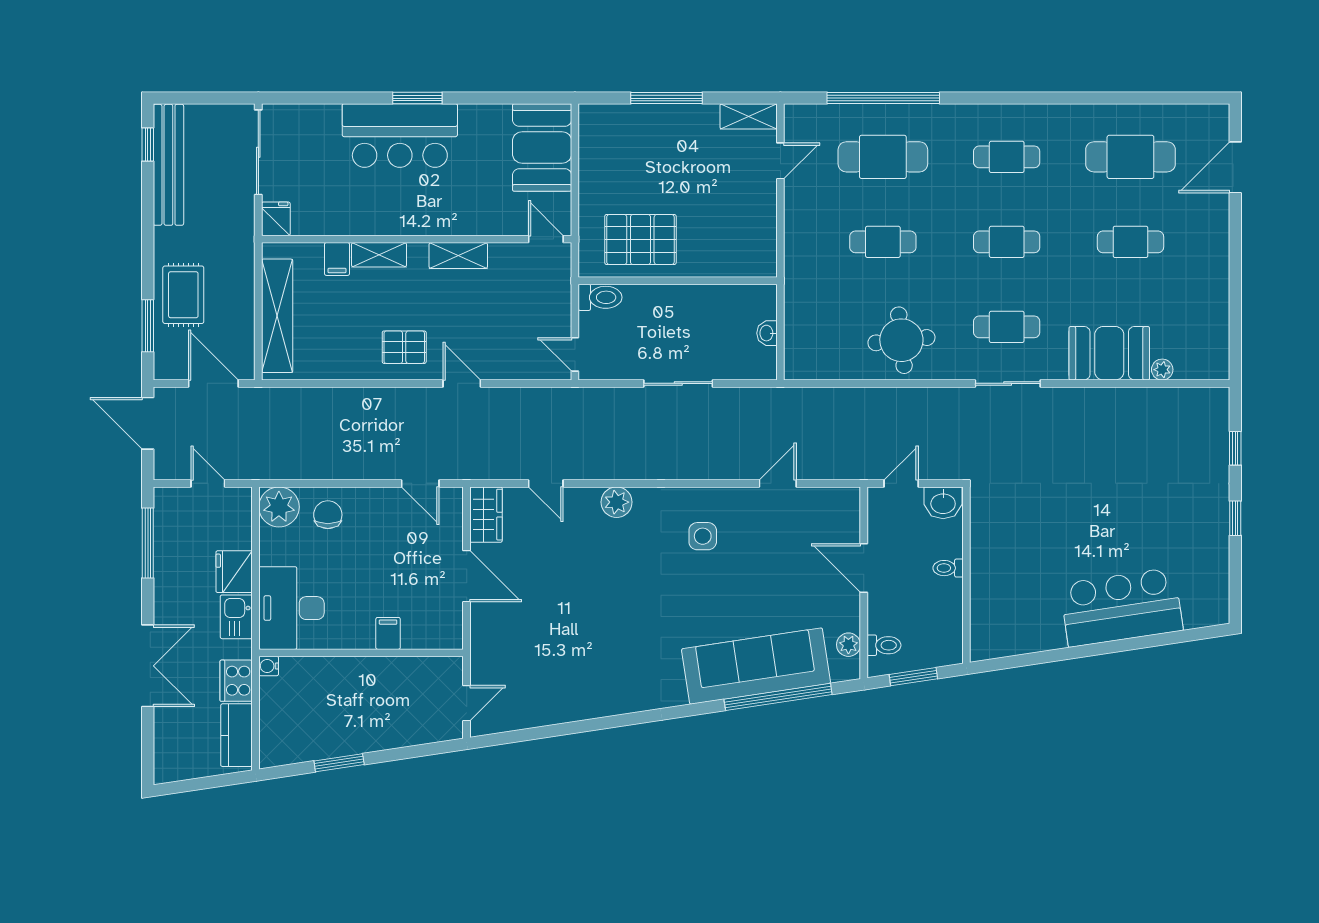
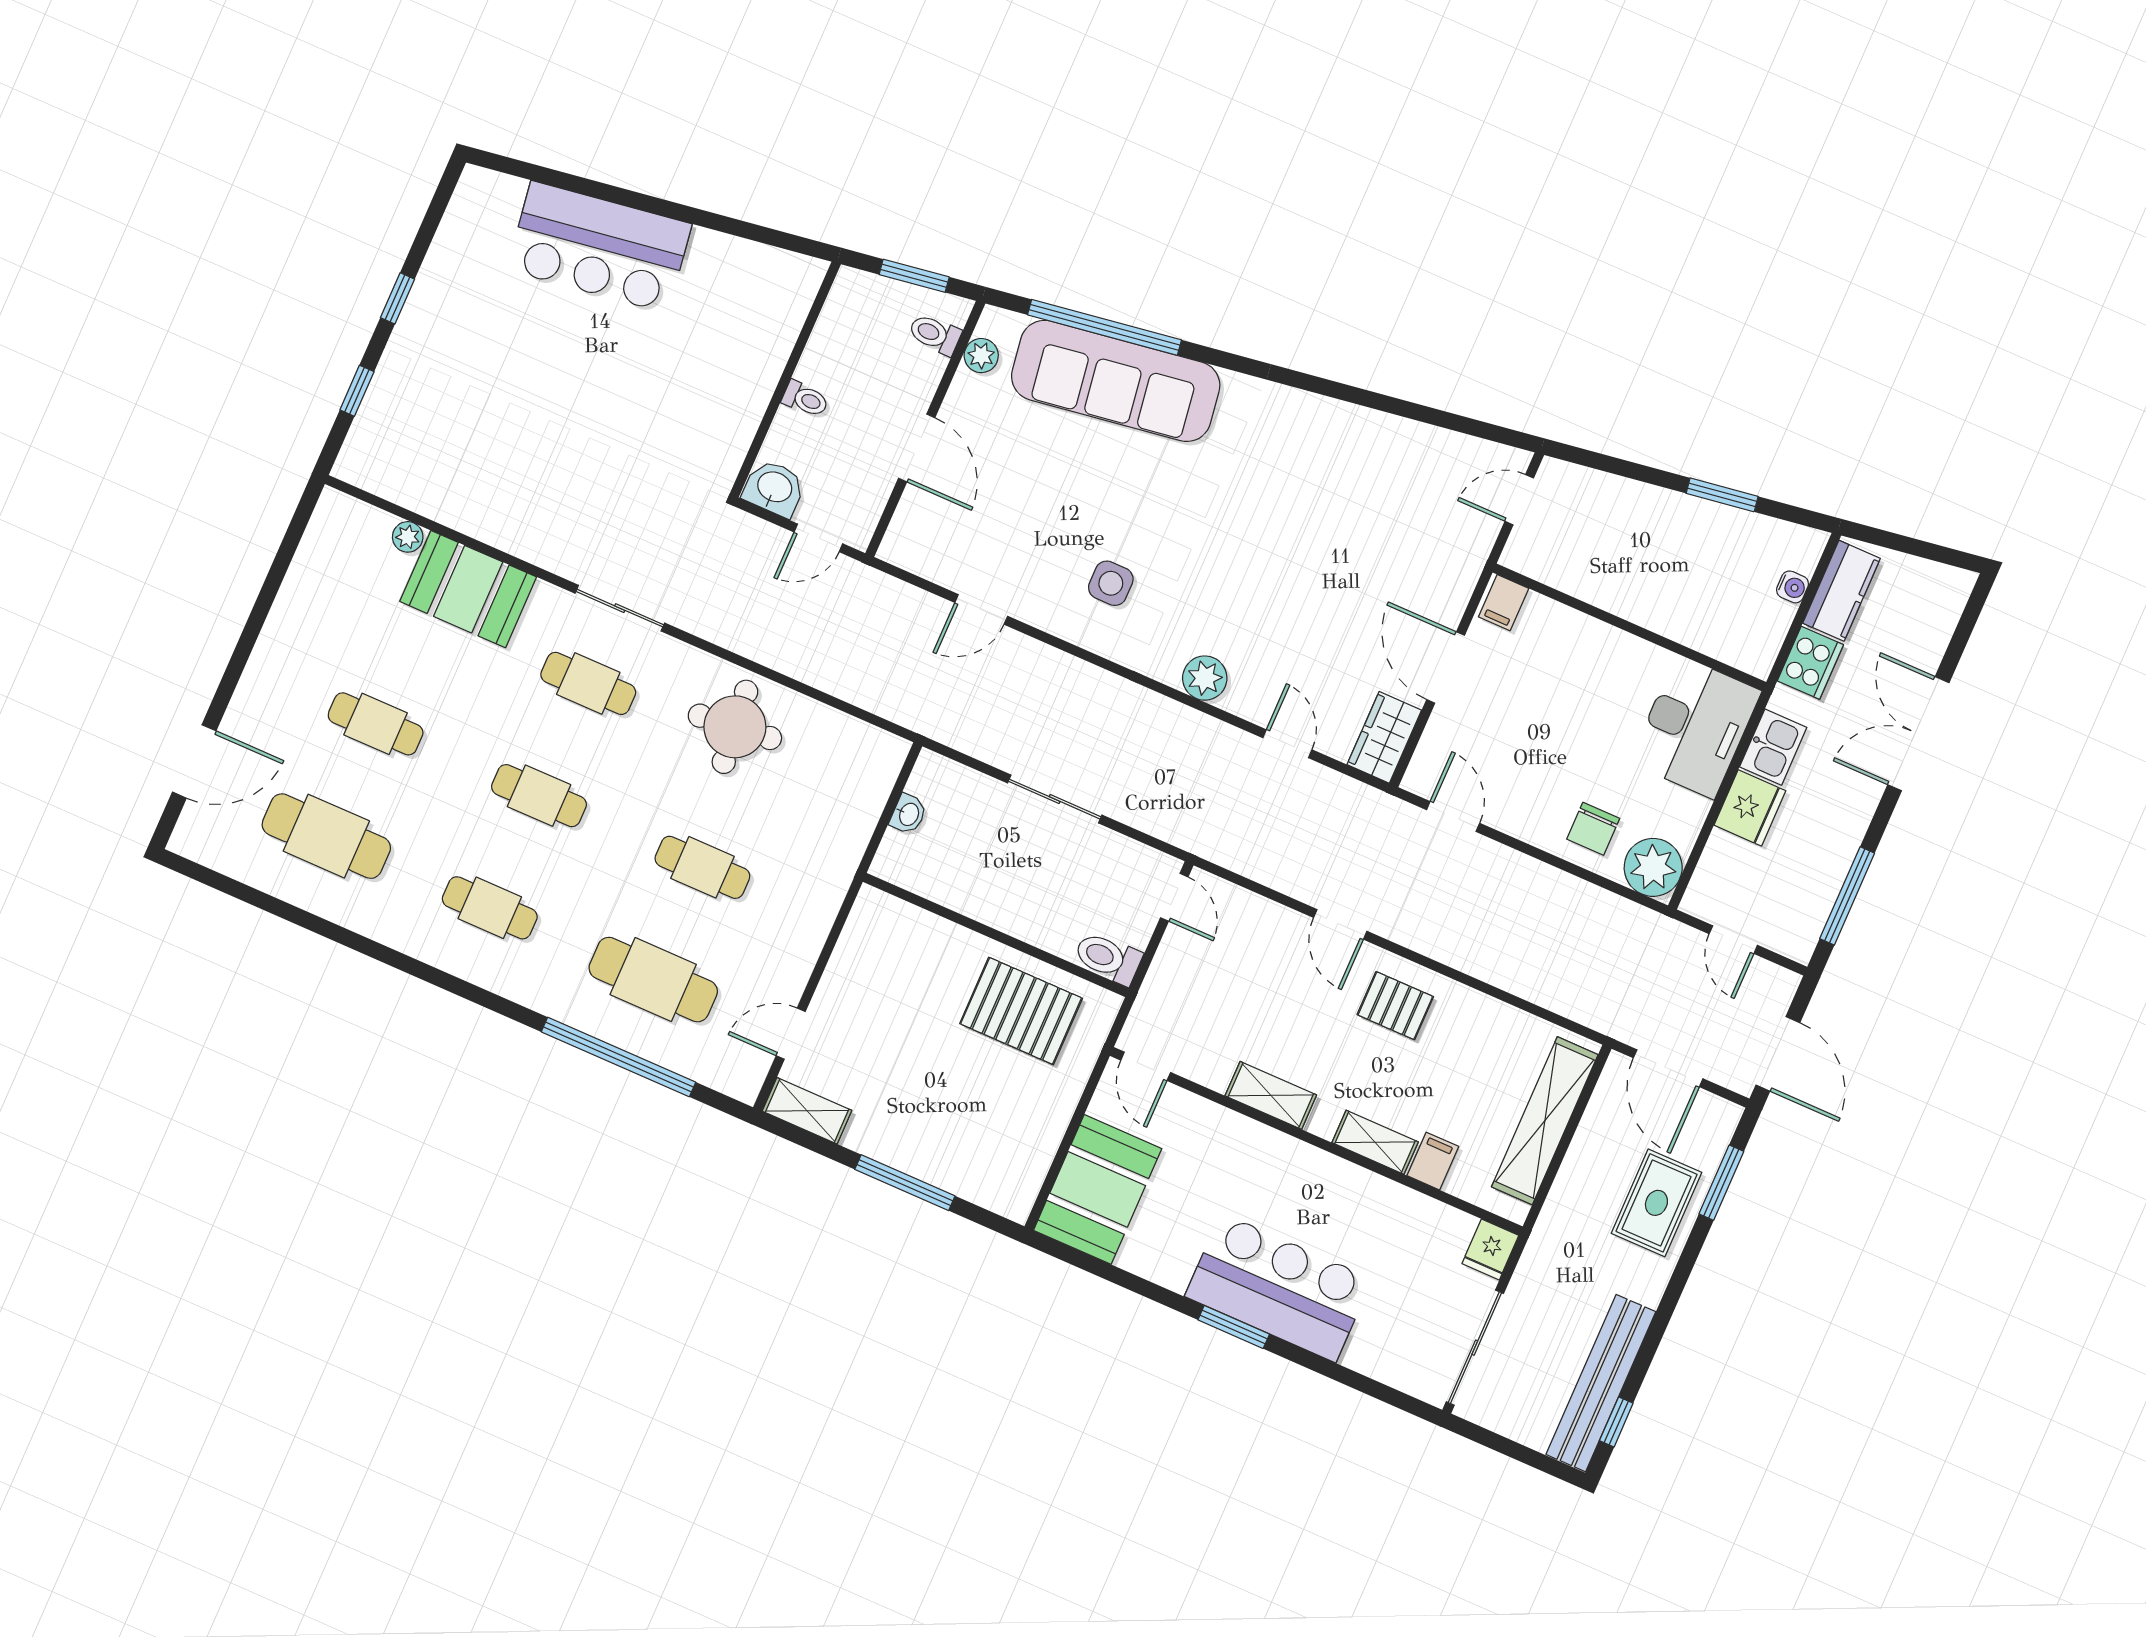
filing cabinet: (388, 633) -> (1504, 603), moved
water cooler: (269, 666) -> (1793, 587), moved

